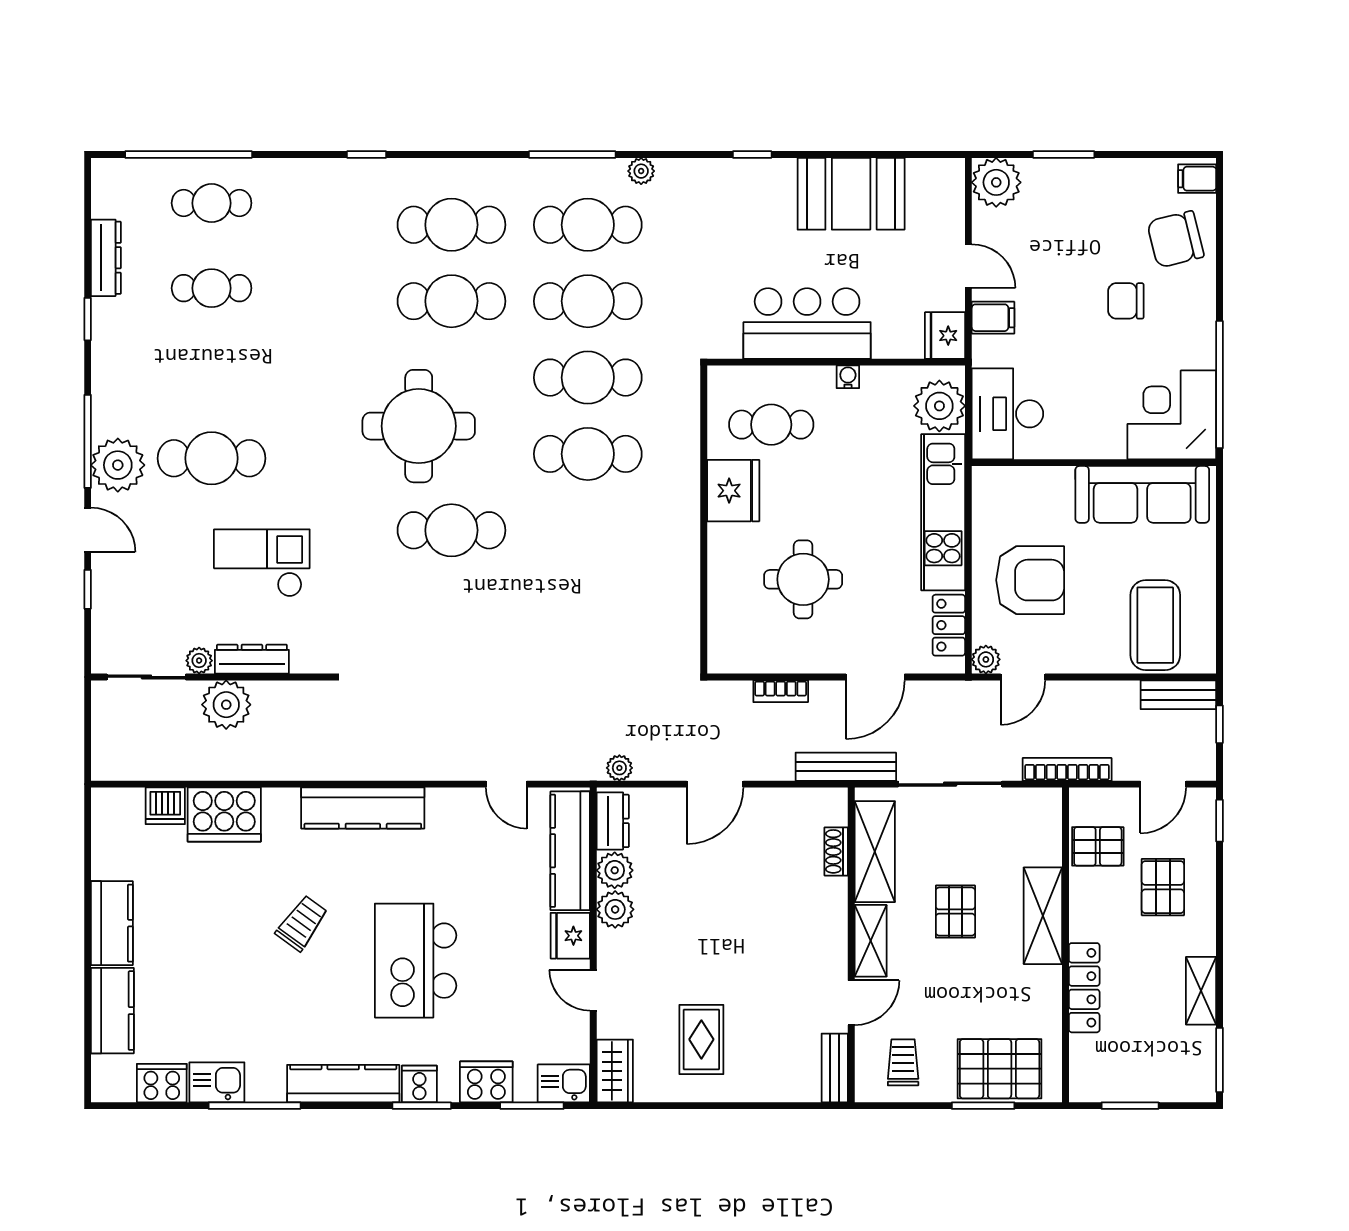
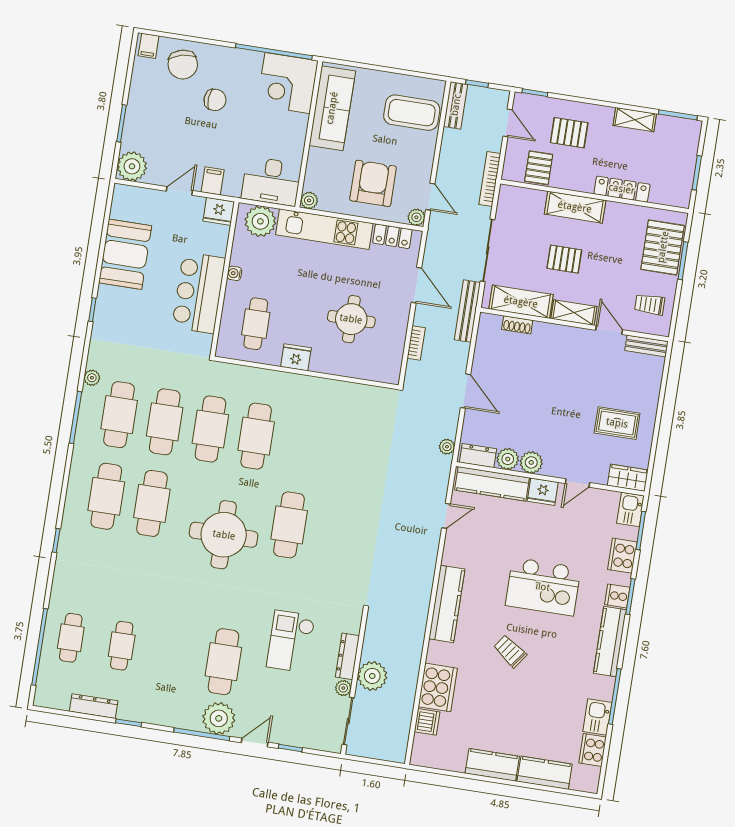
chair: (1126, 301) -> (215, 100), turned -87
plant: (986, 480) -> (309, 200), added
fridge: (733, 491) -> (296, 357), width x0.73, depth x0.75

